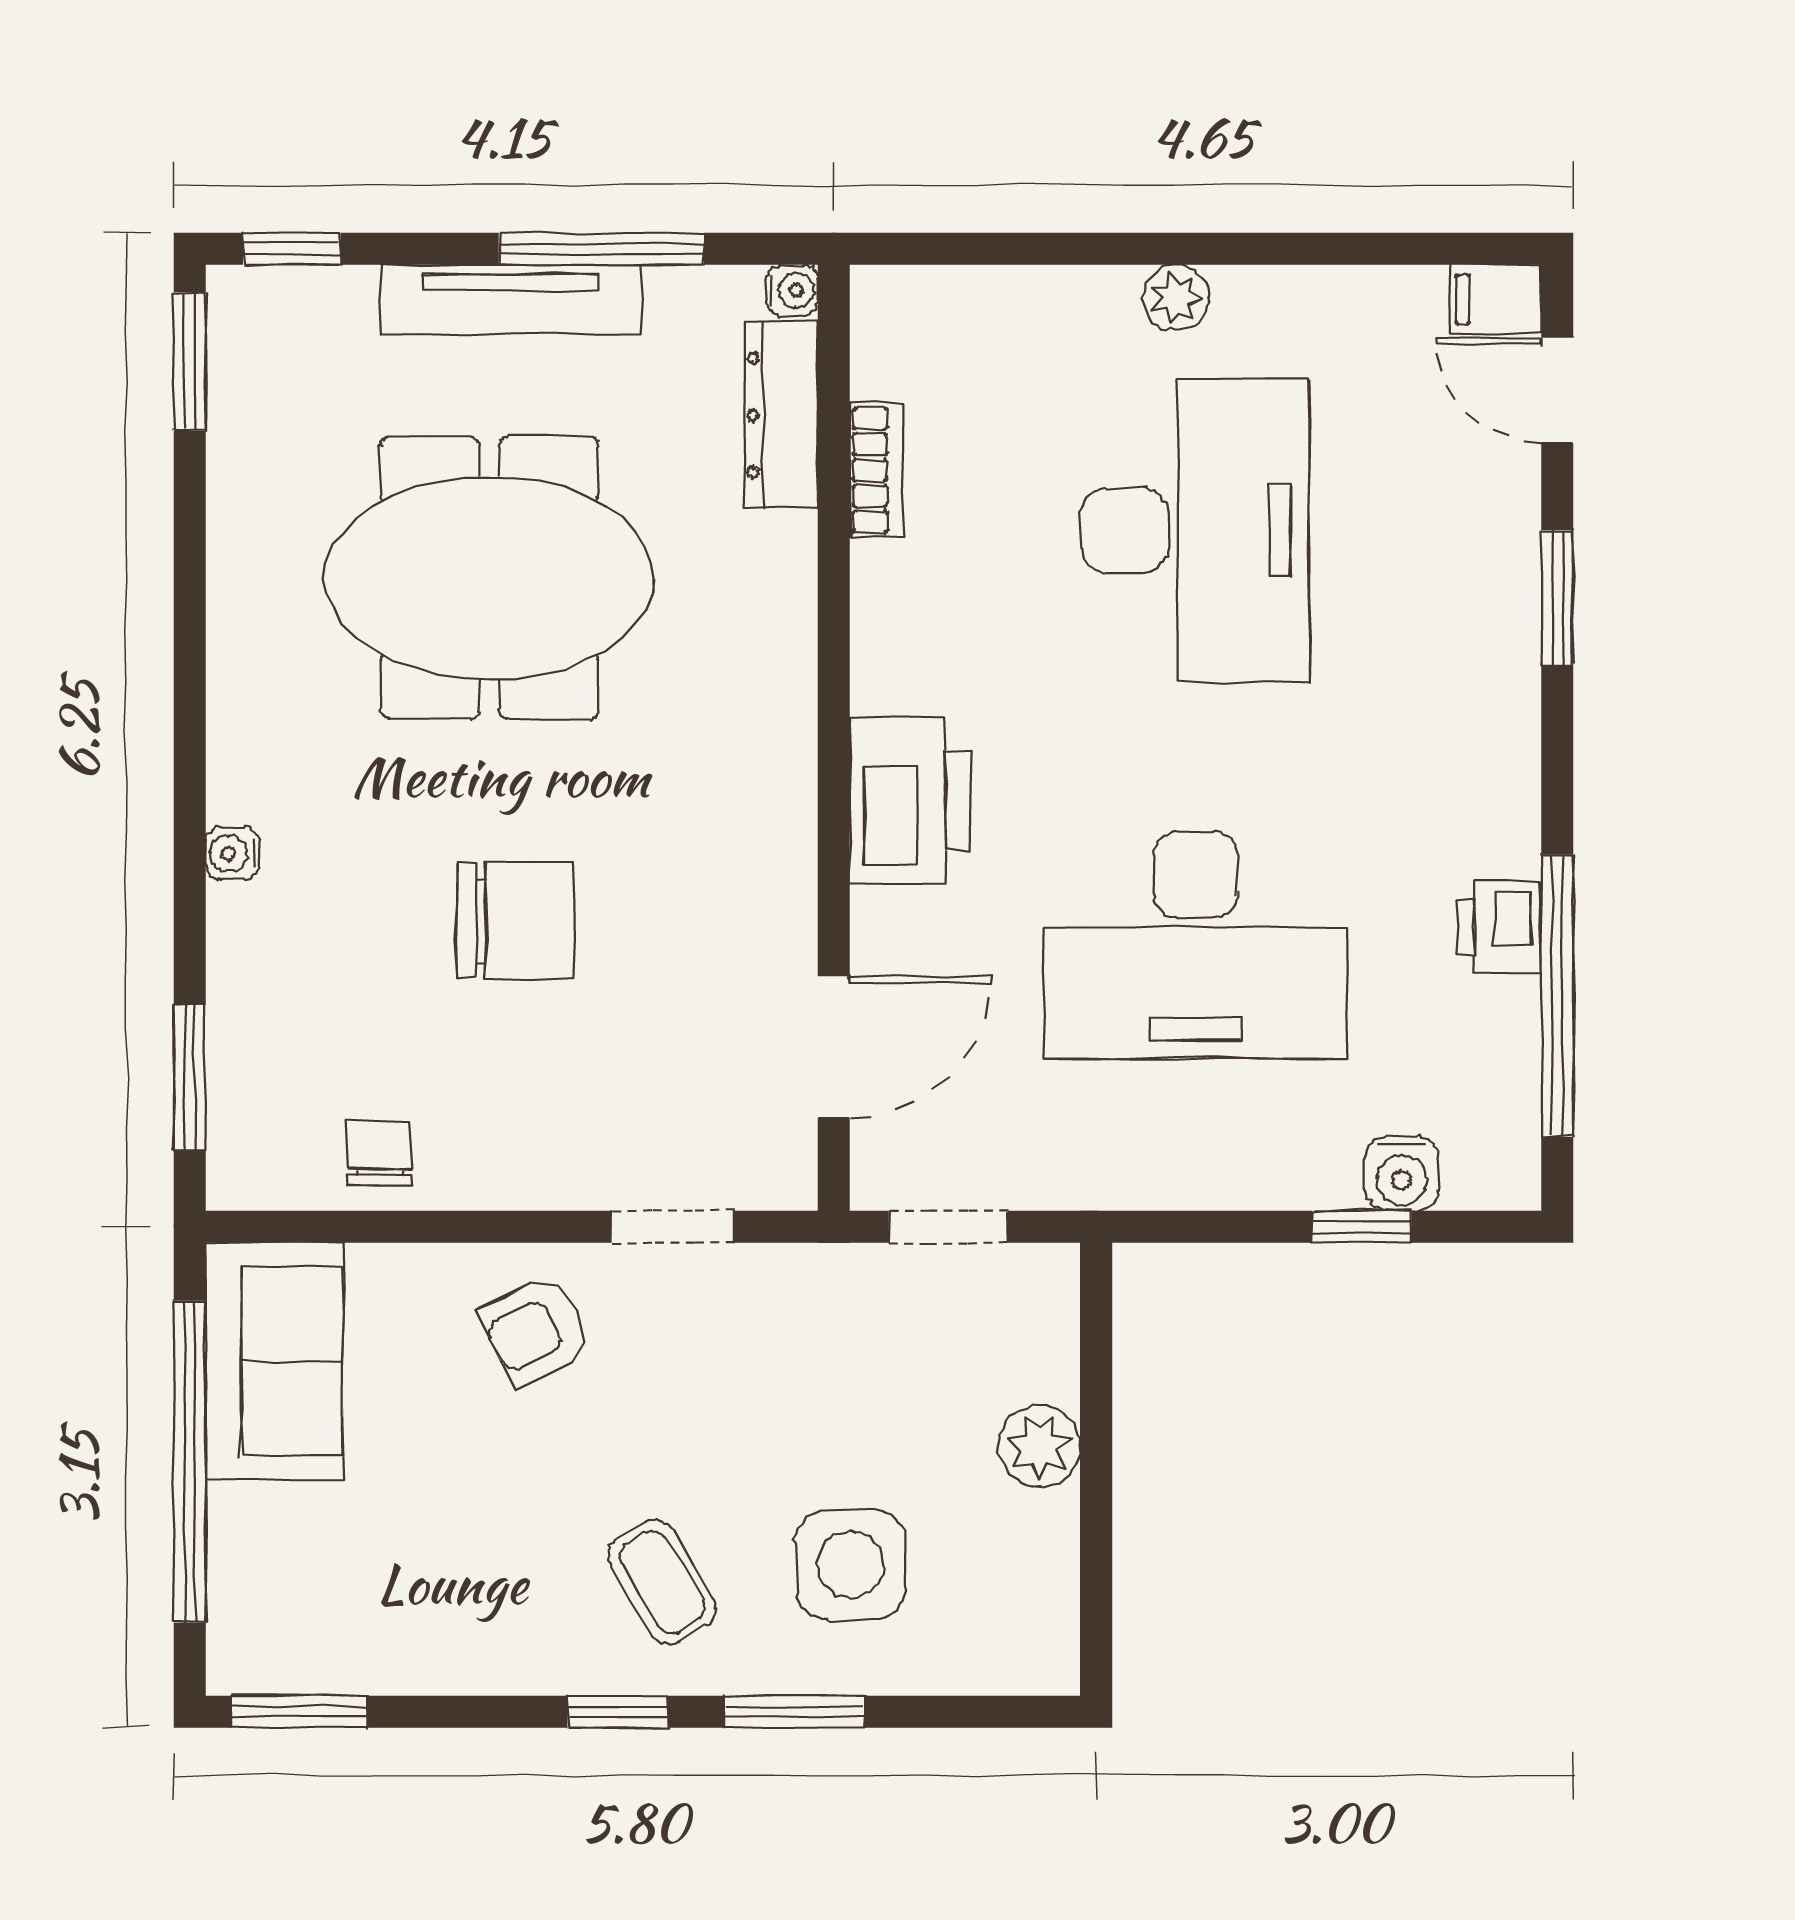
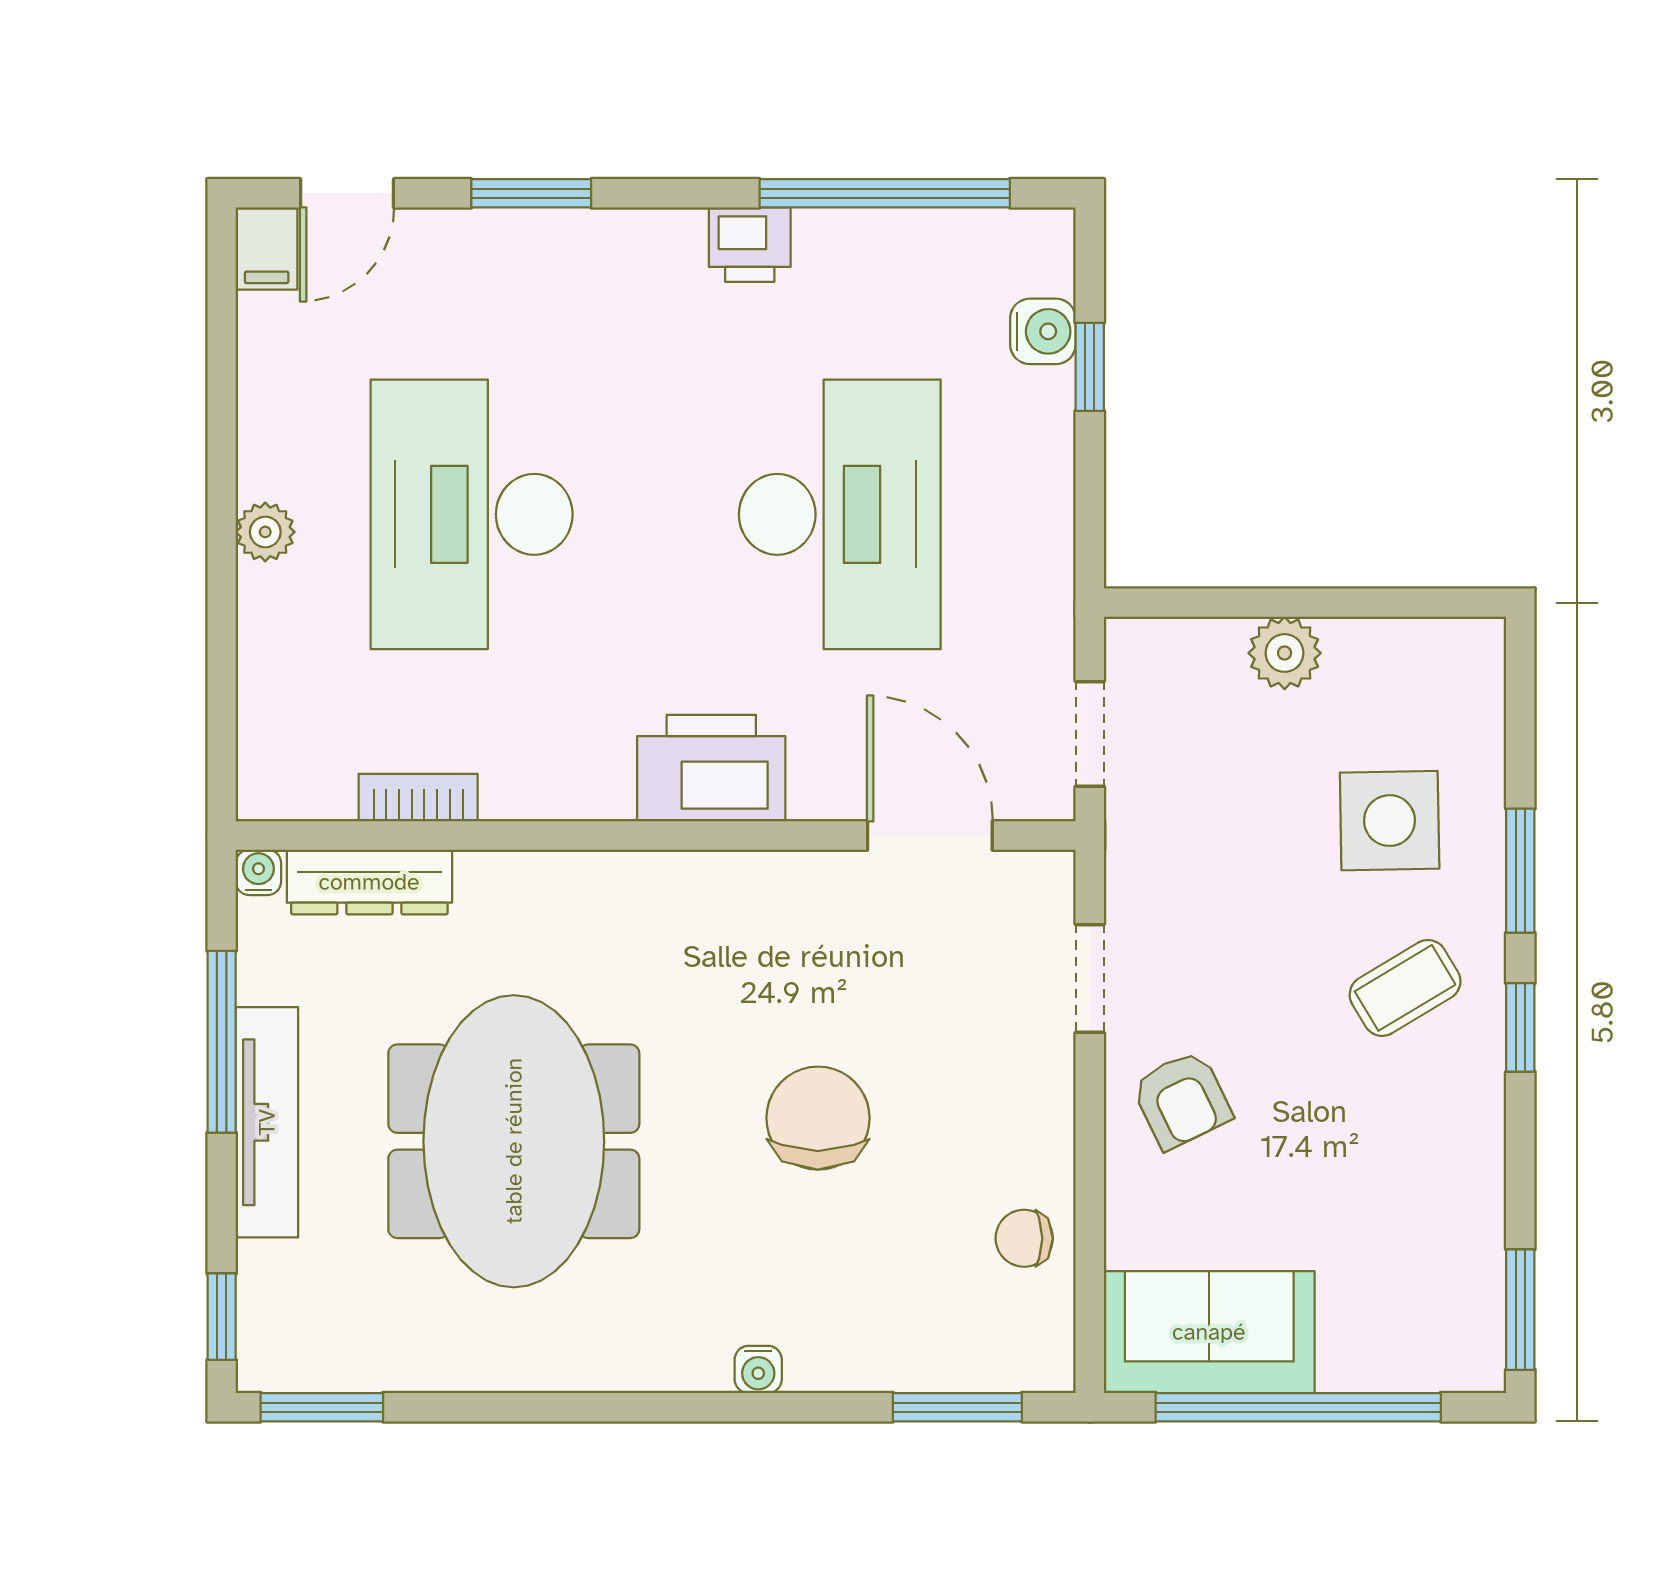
desk: (1196, 530) -> (472, 514), turned -90
printer: (1499, 927) -> (750, 245), moved

